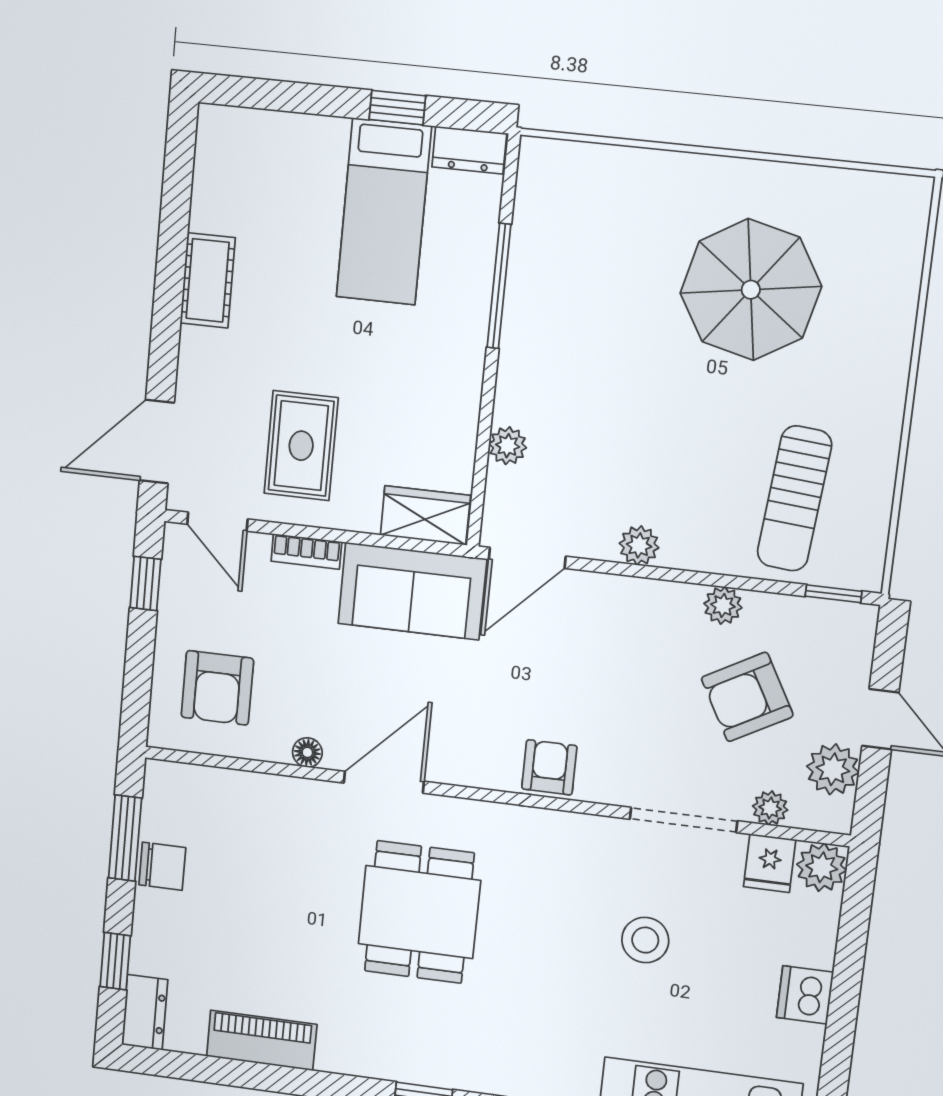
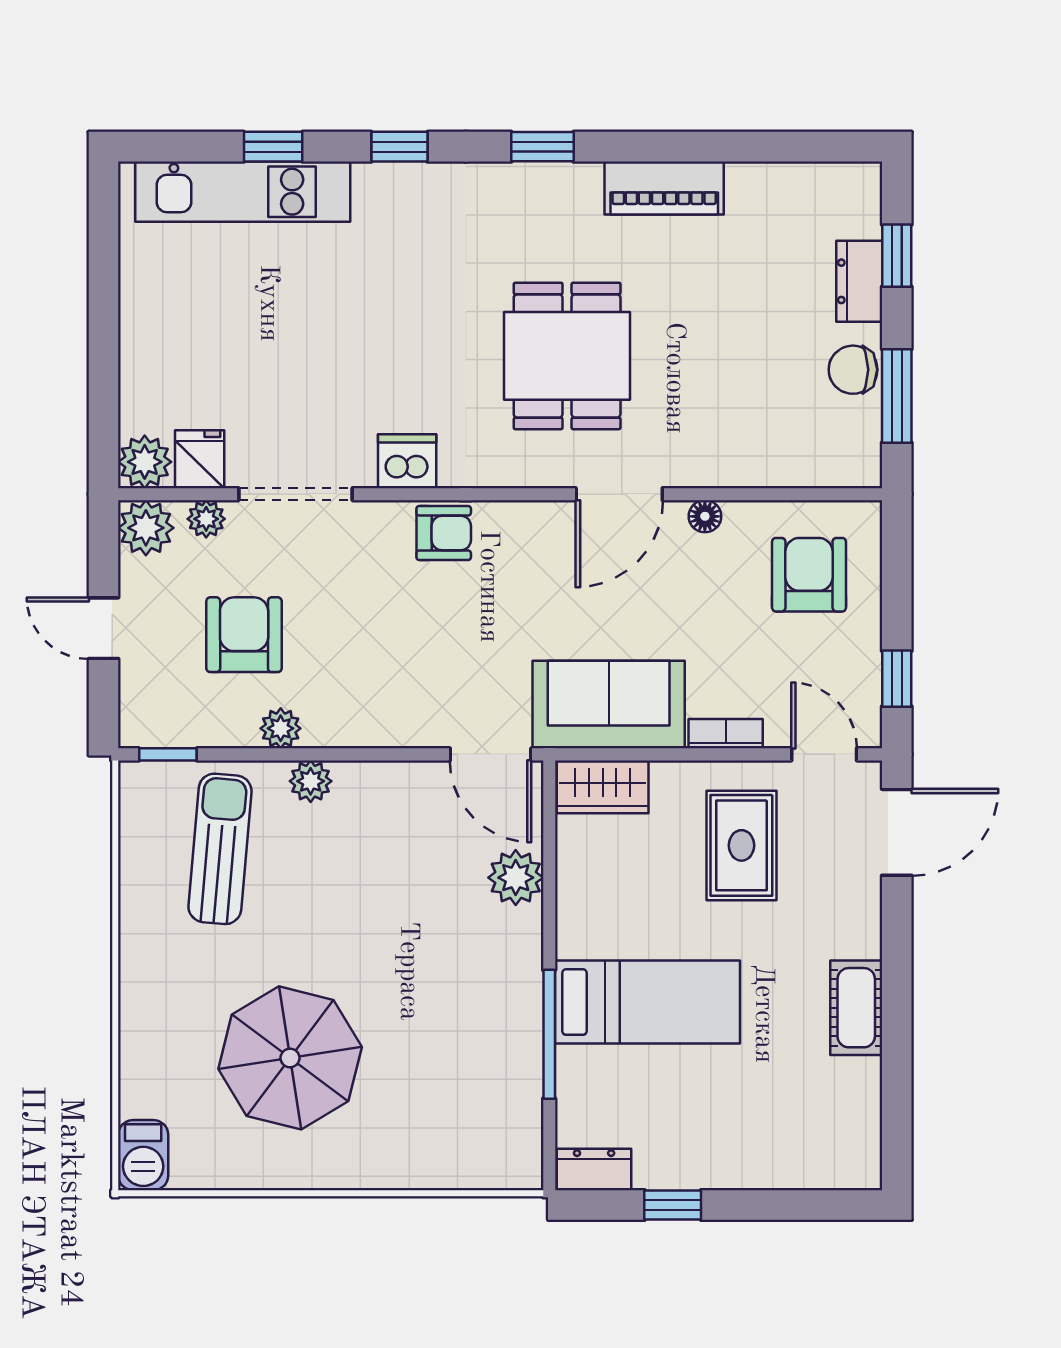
barbecue: (906, 209) -> (143, 1155), added
bed: (384, 212) -> (647, 1002), moved, turned 90
plant: (508, 446) -> (516, 878), width x1.38, depth x1.38
plant: (639, 545) -> (311, 781), moved
door: (527, 558) -> (491, 754), swing flipped
armchair: (747, 697) -> (244, 635), turned -61
armchair: (549, 767) -> (444, 533), turned -90
plant: (833, 769) -> (146, 528), moved
stool: (645, 940) -> (321, 358), removed
dishwasher: (805, 995) -> (407, 461), moved, turned -90
dresser: (145, 1012) -> (859, 281), moved
piano: (262, 1040) -> (664, 188), moved

